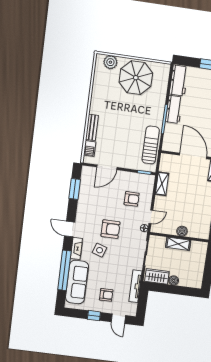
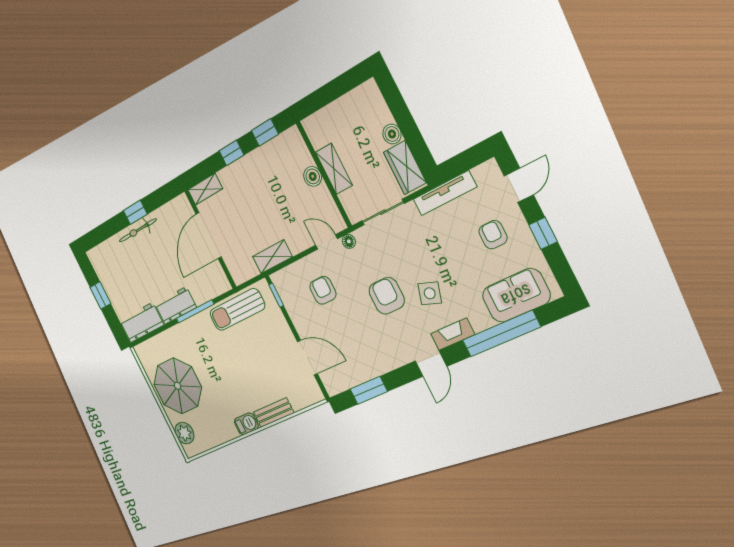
barbecue: (90, 149) -> (246, 424), moved
sofa: (77, 282) -> (516, 295), width x0.73

